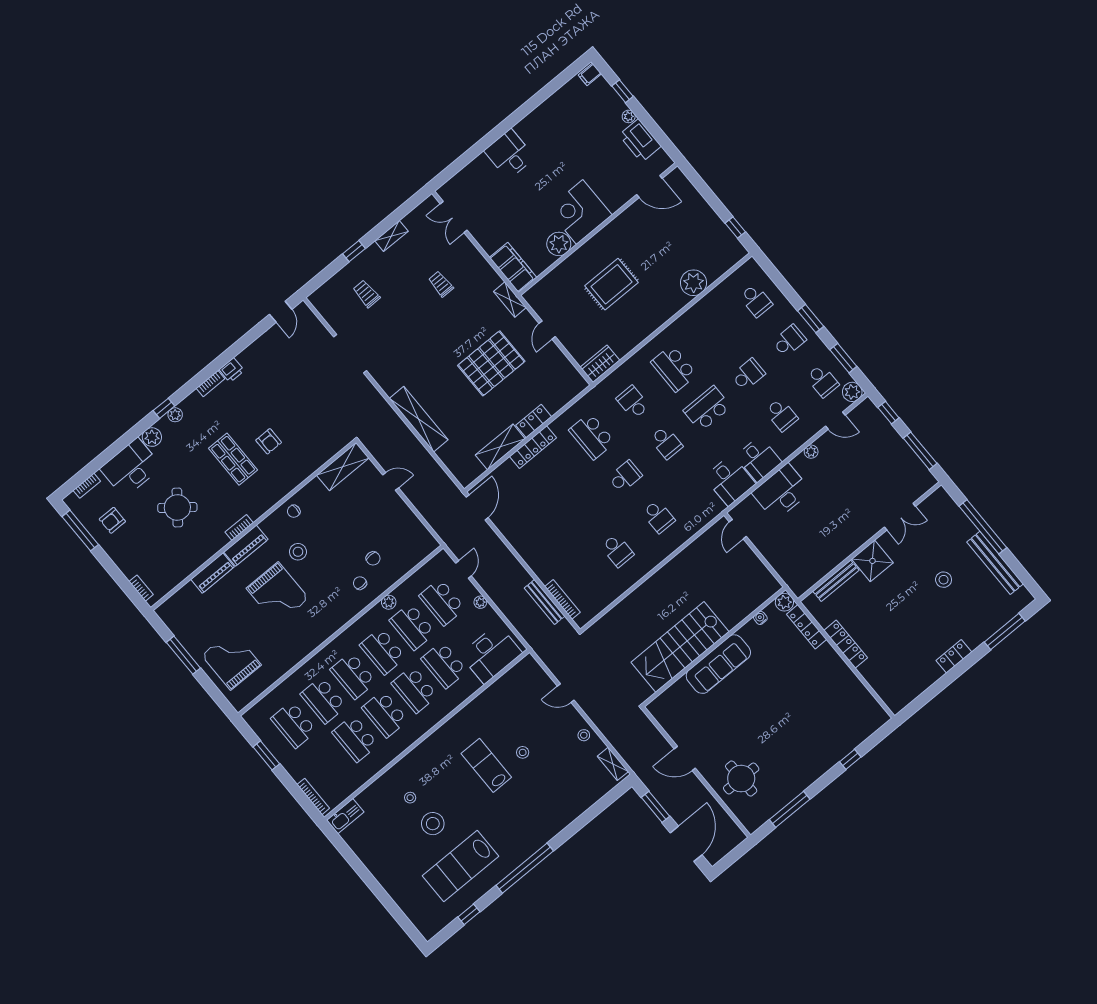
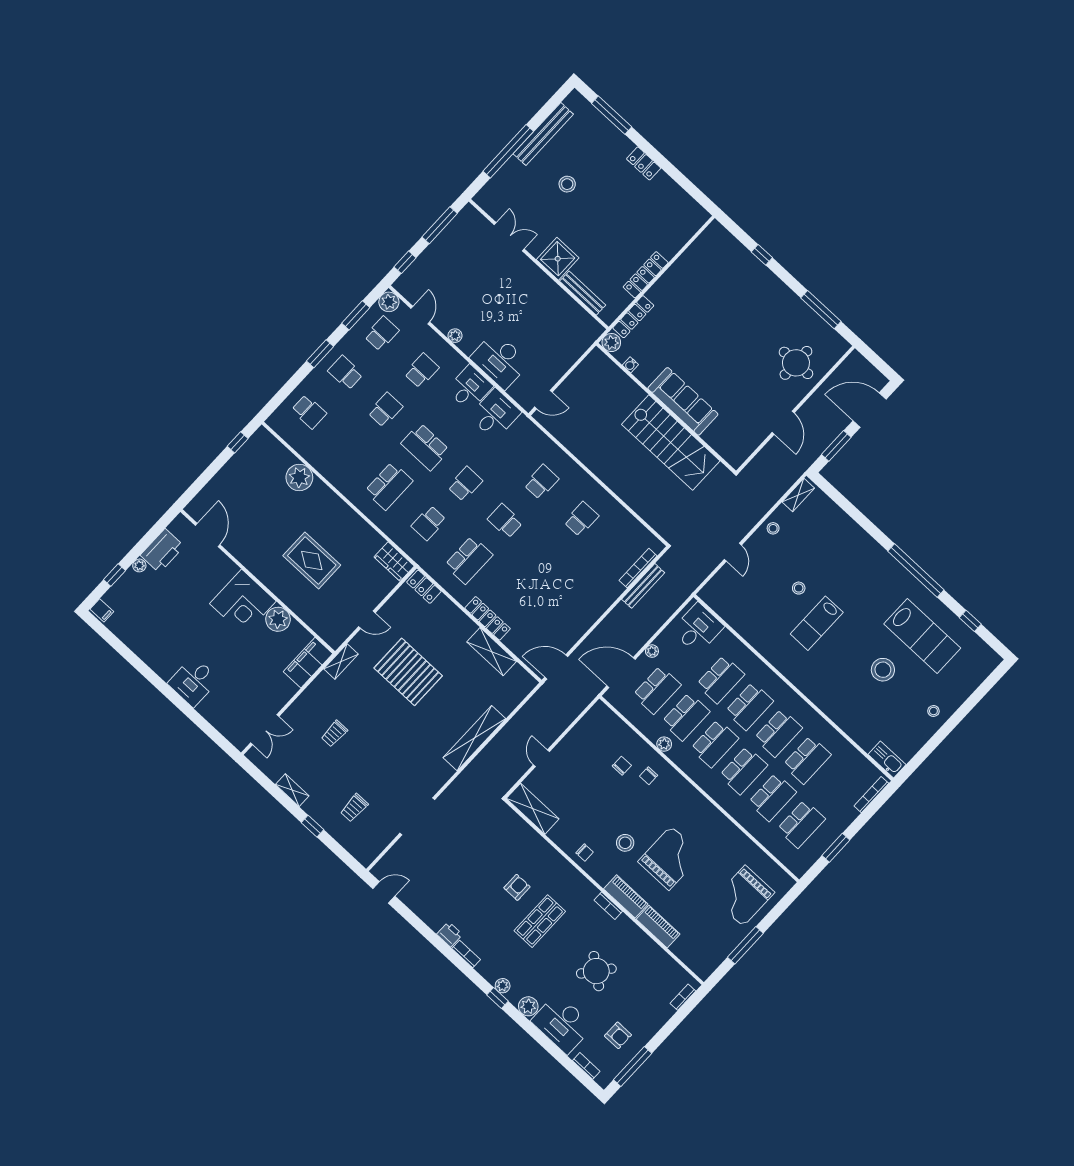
school desk: (756, 300) -> (309, 412), turned 90
school desk: (748, 375) -> (385, 410), turned 90
locker: (534, 421) -> (424, 587), moved
door: (463, 569) -> (621, 673), width x1.88
desk: (491, 654) -> (698, 628), width x0.73
stool: (410, 798) -> (933, 711), moved

